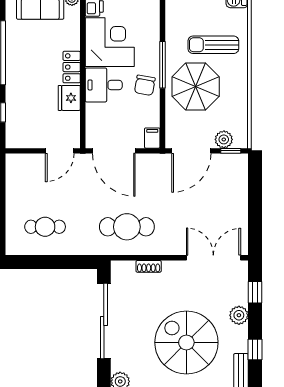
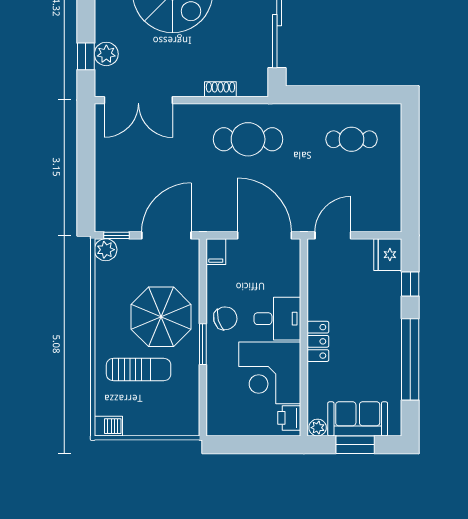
window: (162, 65) -> (203, 344), width x0.69
chair: (145, 85) -> (225, 318), turned 64
fridge: (69, 98) -> (388, 255), moved, turned 180
plant: (224, 139) -> (106, 250), moved
plant: (239, 315) -> (106, 54), moved

